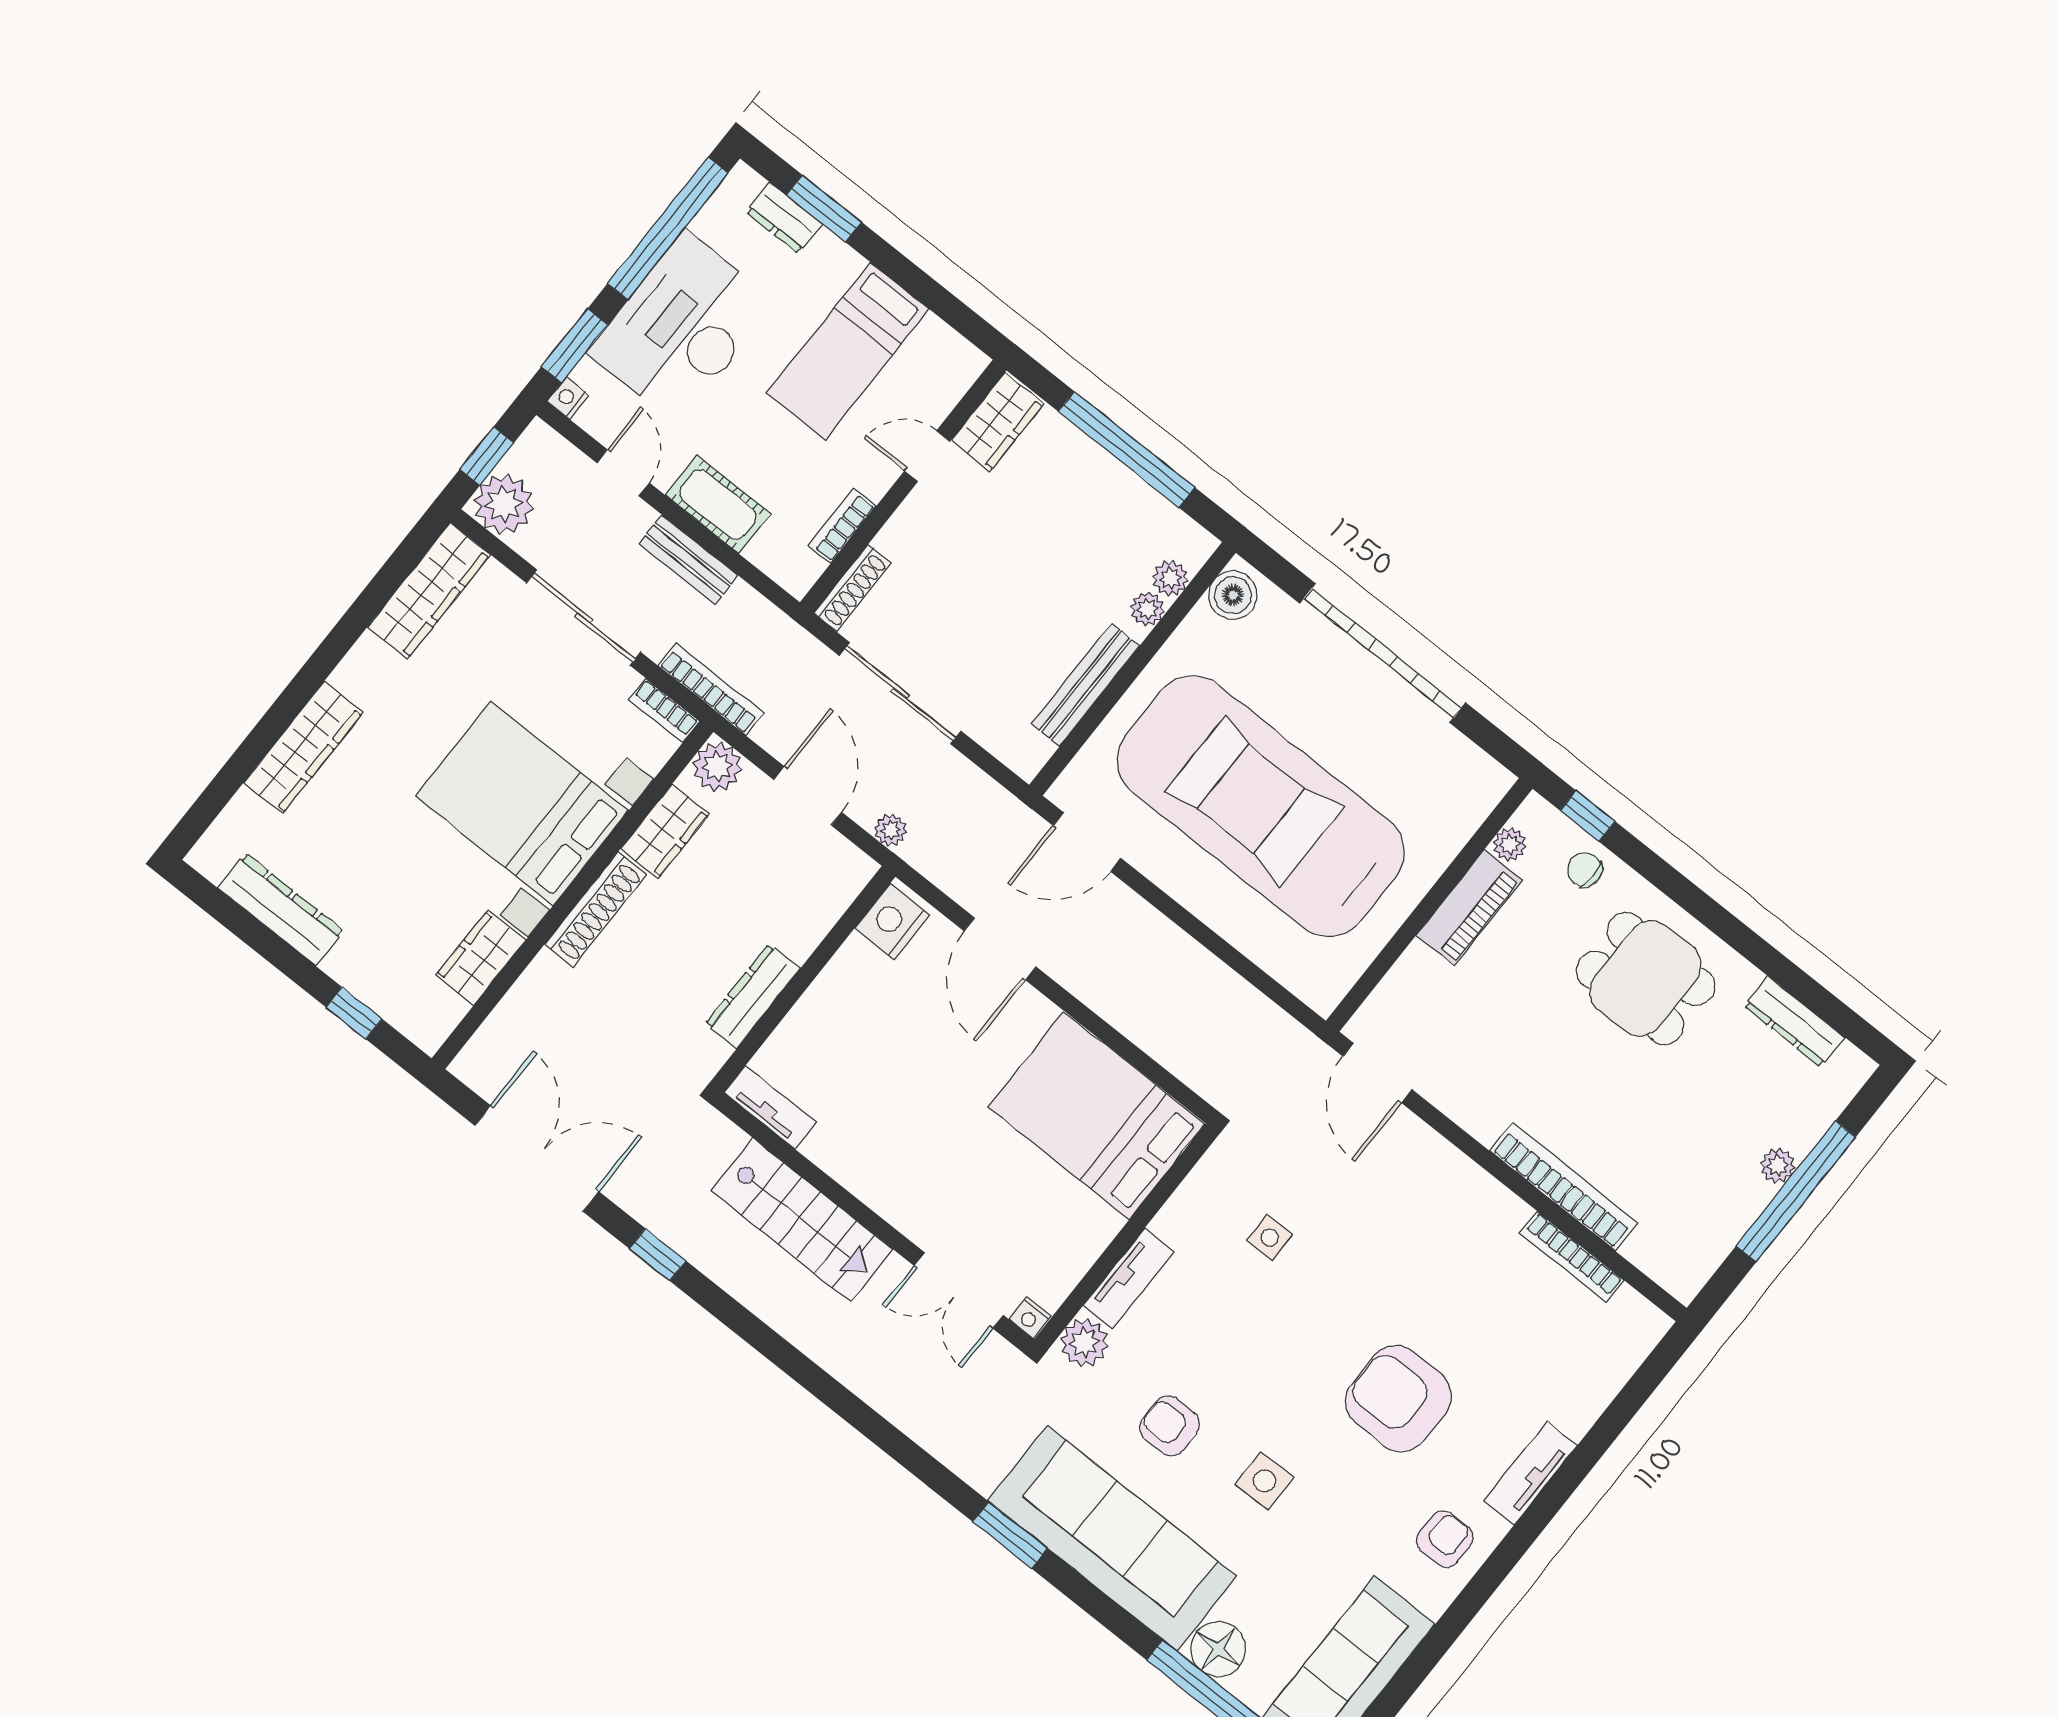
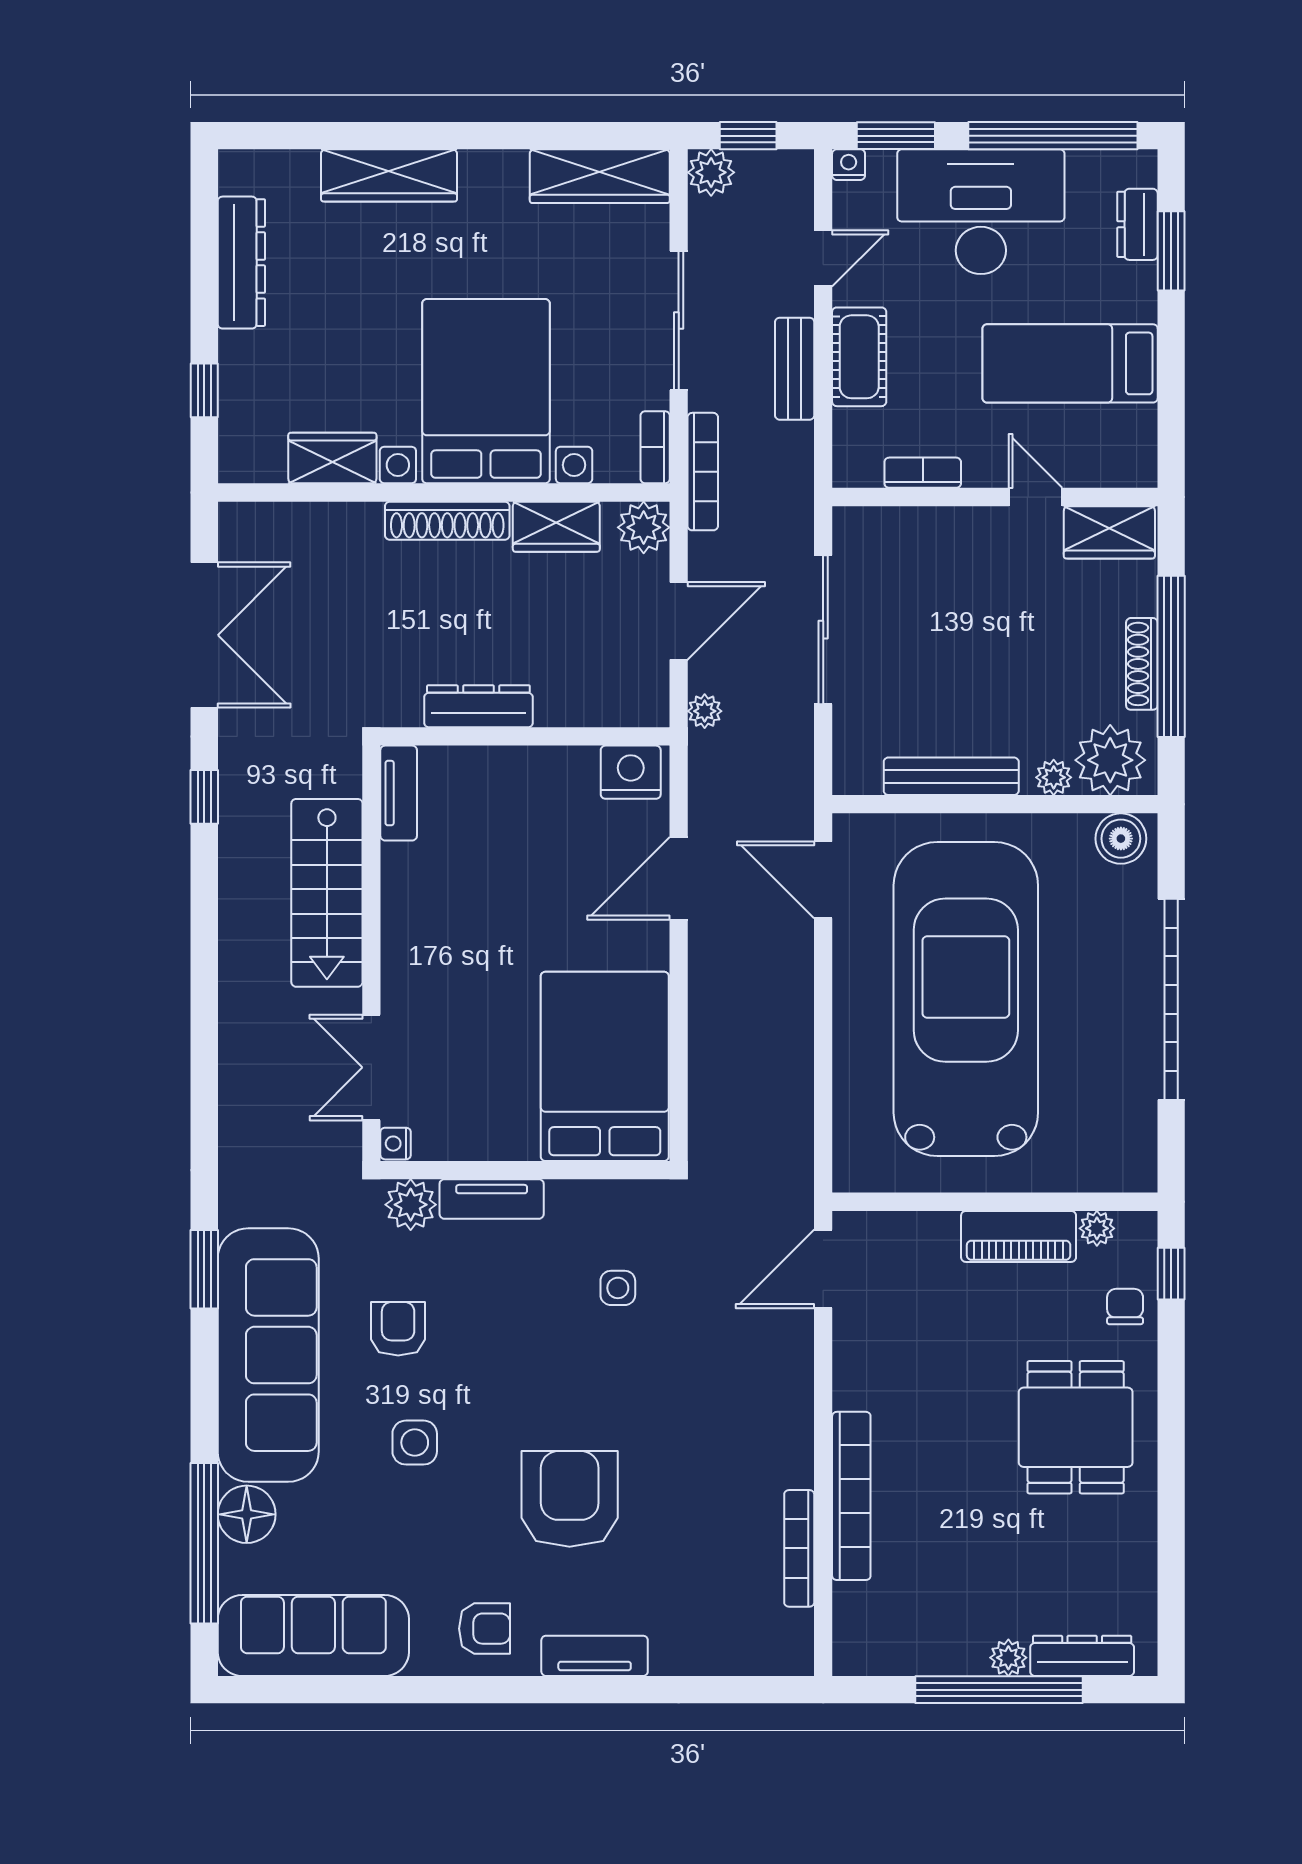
plant: (504, 504) -> (711, 172), width x0.73, depth x0.73
plant: (1170, 578) -> (1110, 760), width x1.88, depth x1.88
shoe rack: (852, 588) -> (1142, 664), moved, turned 90
dresser: (1794, 1022) -> (1082, 1656), moved, turned 90

